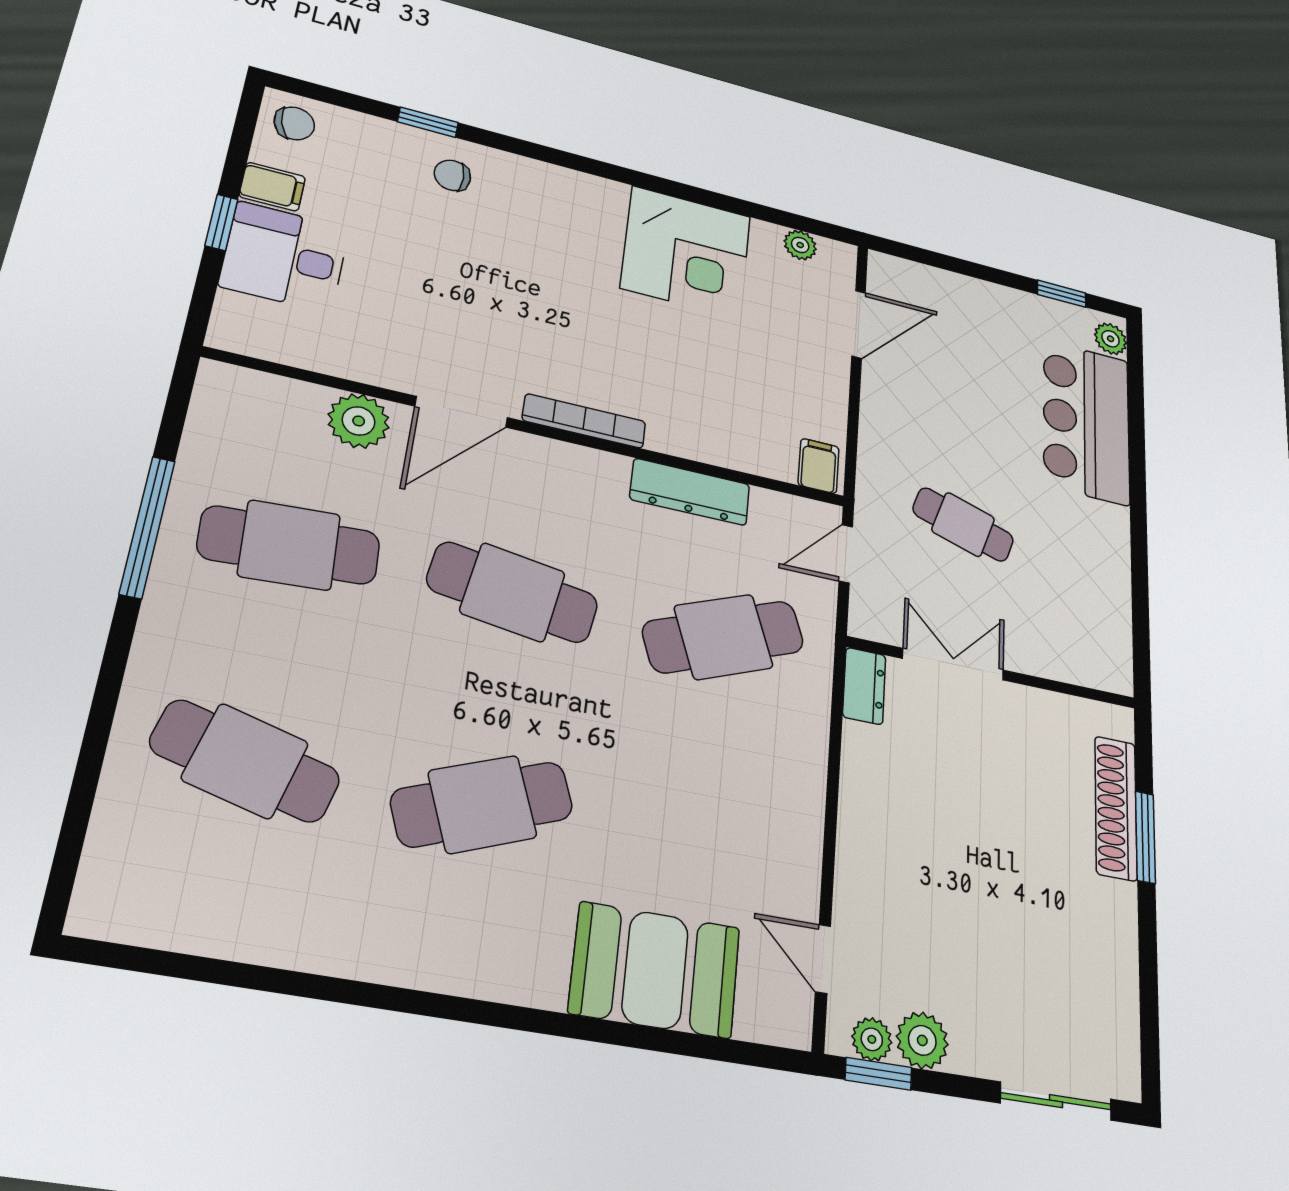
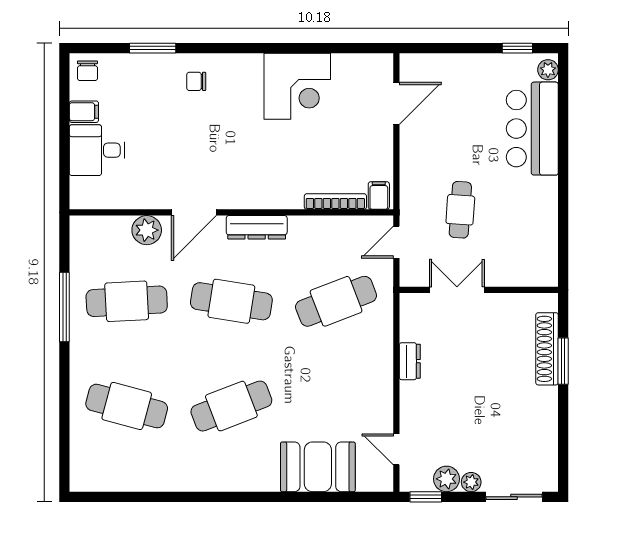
window: (428, 122) -> (153, 48), width x1.50
chair: (294, 123) -> (87, 71), turned 105
chair: (452, 175) -> (196, 81), moved
window: (221, 222) -> (64, 140), removed
plant: (800, 245) -> (360, 62), removed
bookcase: (584, 421) -> (335, 202), moved
dresser: (690, 492) -> (257, 227), moved
cafe table: (963, 525) -> (460, 210), turned 76
dresser: (864, 686) -> (410, 361), moved
plant: (872, 1039) -> (471, 482), moved

